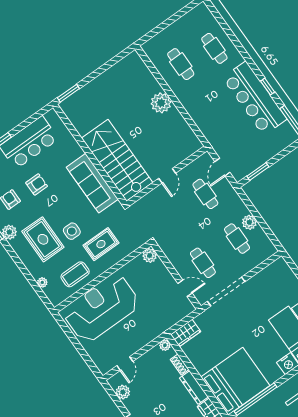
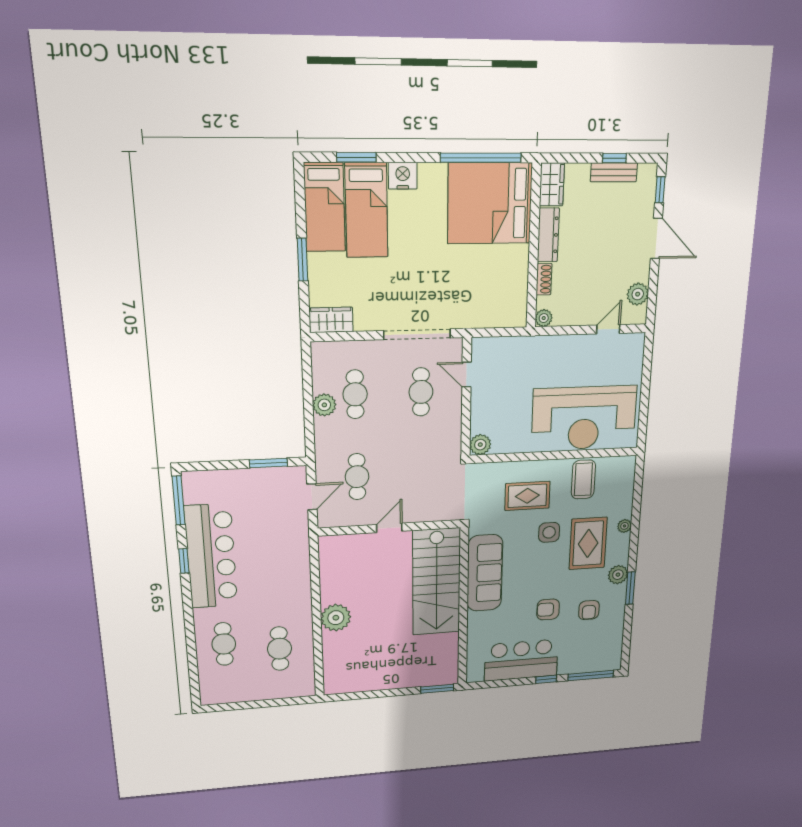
coffee table: (75, 274) -> (583, 479), turned 90
plant: (42, 282) -> (624, 526), moved
wardrobe: (186, 333) -> (331, 320), moved

